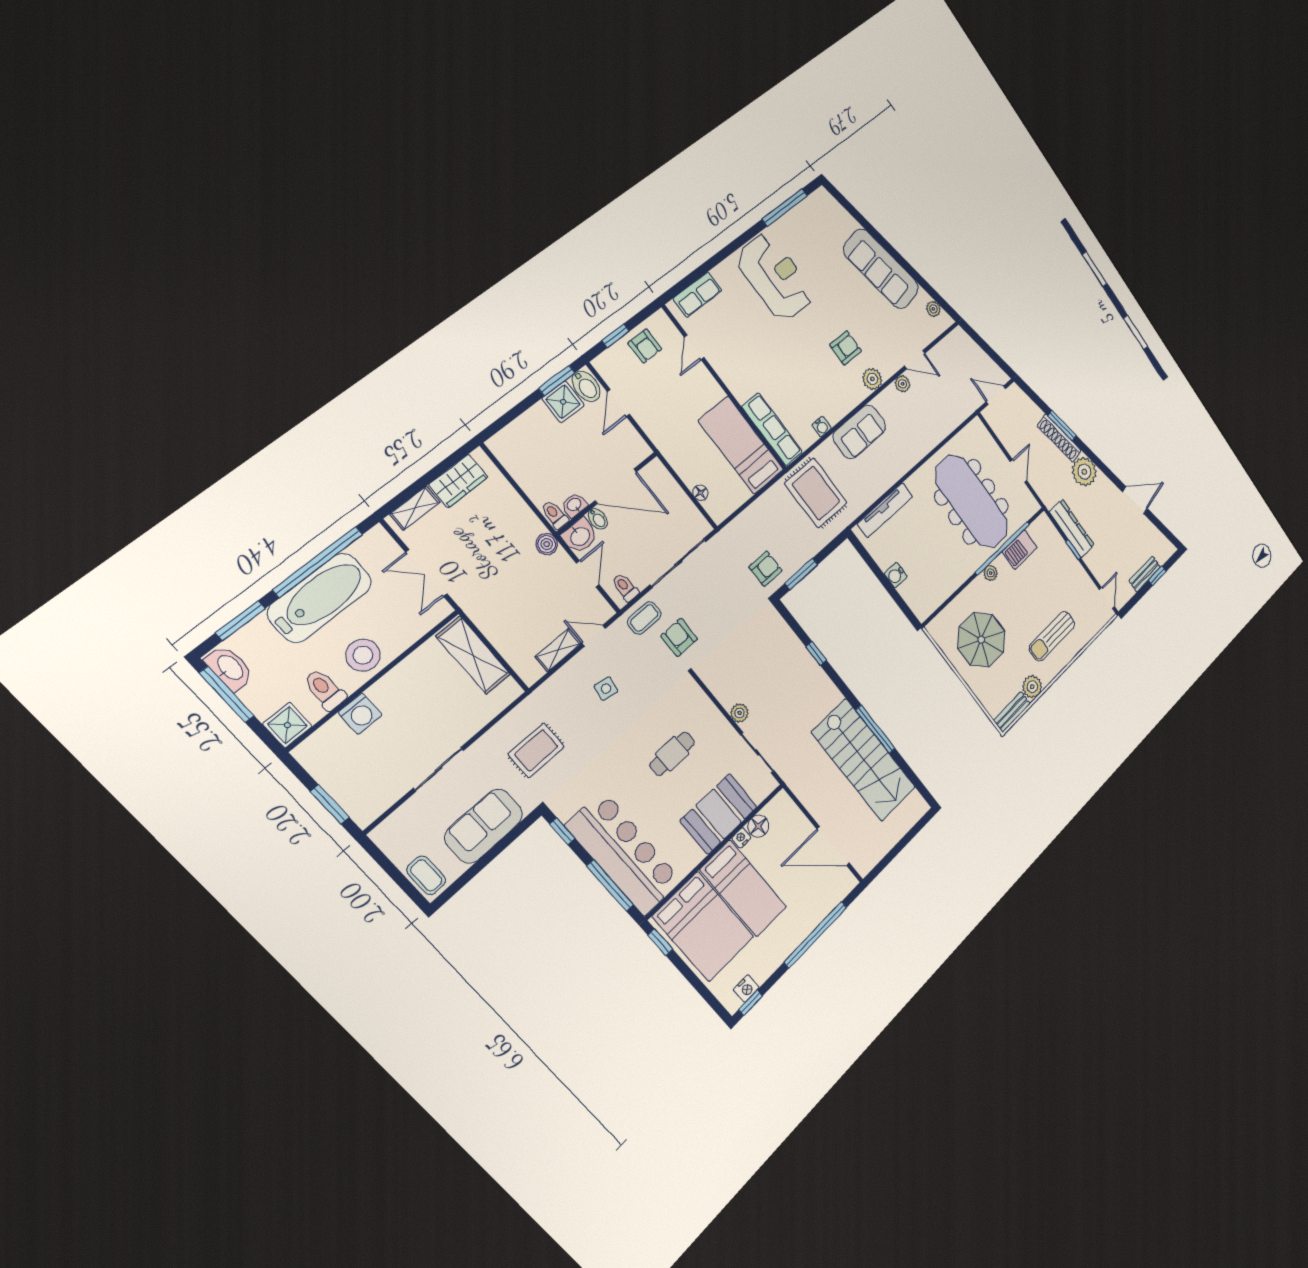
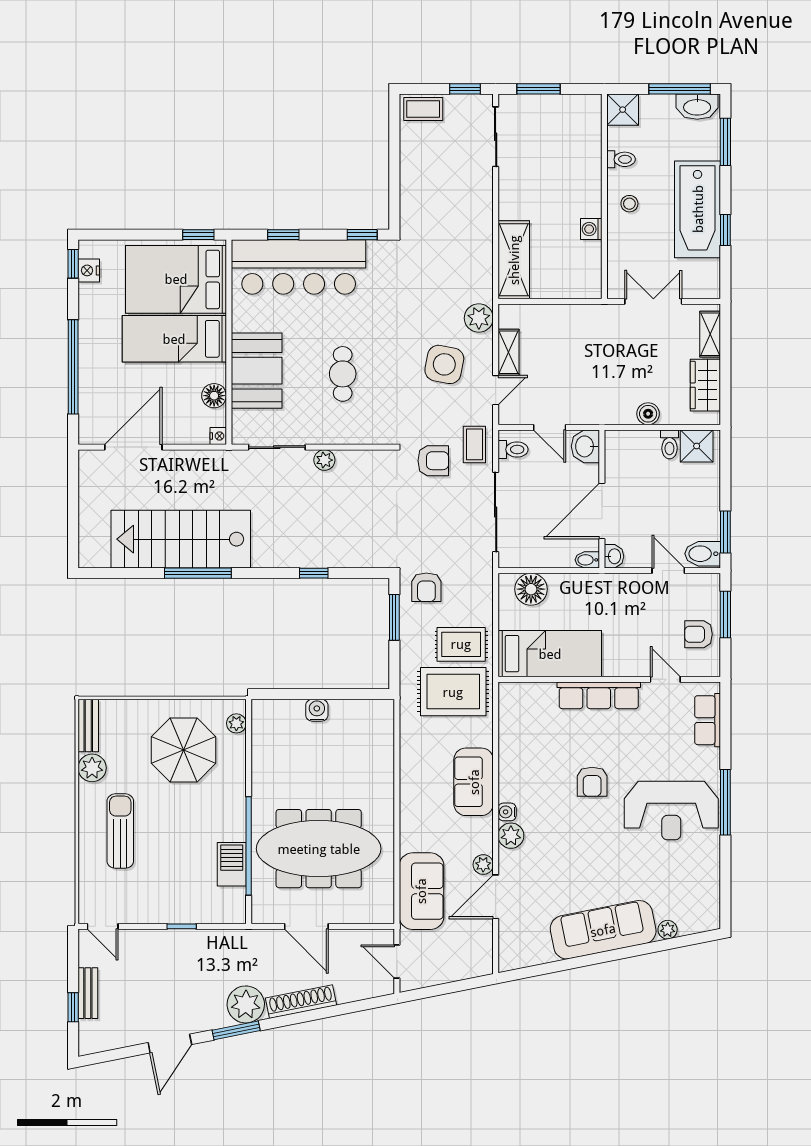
window: (785, 207) -> (725, 802), moved
plant: (933, 309) -> (668, 930), moved
window: (616, 336) -> (725, 615), width x1.50
armchair: (846, 348) -> (592, 782), moved
door: (915, 360) -> (496, 897), width x1.38
door: (996, 395) -> (397, 961), swing flipped
shower: (563, 402) -> (697, 446), moved
window: (1062, 426) -> (236, 1030), moved
water cooler: (822, 427) -> (507, 812), moved
row of seats: (772, 429) -> (599, 695), moved
door: (1018, 471) -> (306, 926), width x1.38
floor lamp: (700, 493) -> (531, 589), width x1.89, depth x1.89
washbasin: (574, 505) -> (614, 556), moved
tv unit: (885, 510) -> (384, 749), removed
toilet: (555, 515) -> (669, 444), moved, turned 90
bidet: (598, 519) -> (587, 560), moved
dresser: (1072, 528) -> (203, 942), removed
boiler: (547, 544) -> (648, 414), moved
window: (318, 562) -> (725, 230), width x0.32
plant: (991, 573) -> (236, 723), moved
stool: (363, 655) -> (629, 204), width x0.53, depth x0.53
shelving: (473, 655) -> (514, 260), moved, turned 90
side table: (606, 689) -> (444, 364), width x1.87, depth x1.87
toilet: (325, 690) -> (621, 159), width x0.73, depth x0.72
plant: (551, 693) -> (479, 318), added
washing machine: (360, 714) -> (591, 229), moved, width x0.73, depth x0.73
rug: (536, 750) -> (461, 644), moved, turned 90
sliding door: (439, 769) -> (496, 137), moved
sofa: (484, 826) -> (421, 891), moved
nightstand: (741, 838) -> (218, 436), moved
window: (381, 859) -> (465, 89), added
window: (610, 885) -> (283, 235), width x0.46

